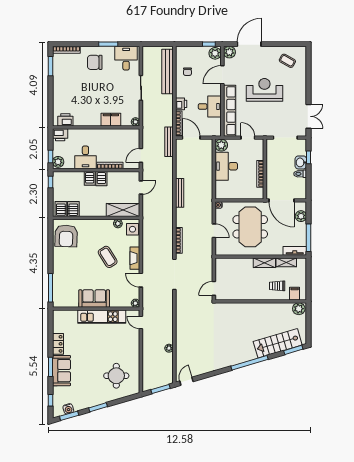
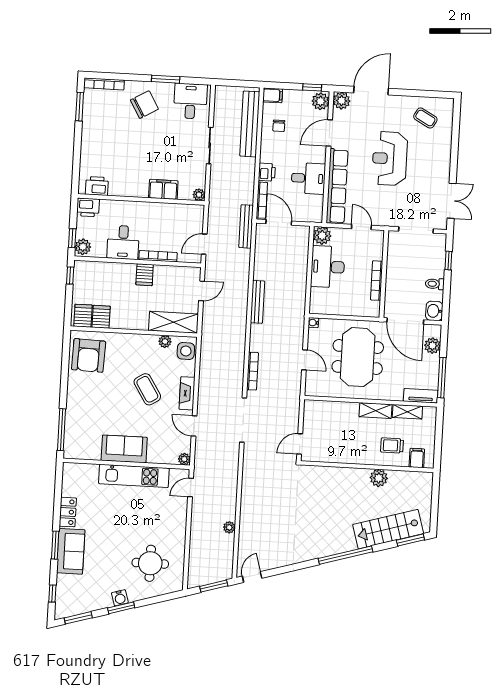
filing cabinet: (182, 51) -> (273, 95), added
chair: (95, 62) -> (144, 105), turned 150
reception desk: (264, 90) -> (390, 159), turned -90
washbasin: (301, 162) -> (434, 311), moved
server rack: (90, 178) -> (128, 273), removed
plant: (299, 309) -> (379, 478), moved
door: (141, 322) -> (191, 488), hinge flipped
water cooler: (68, 409) -> (120, 598), moved

